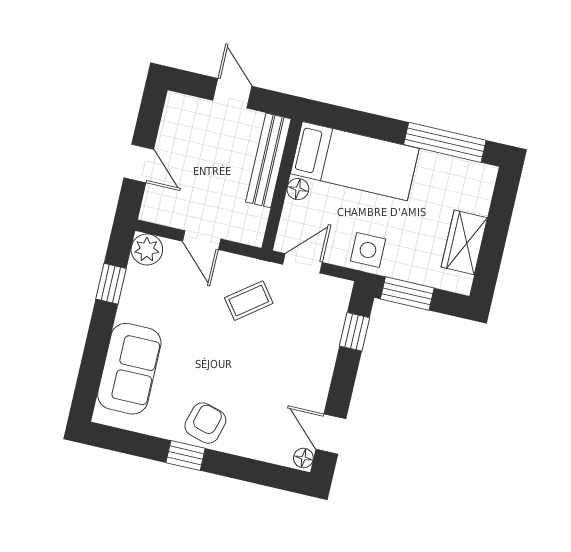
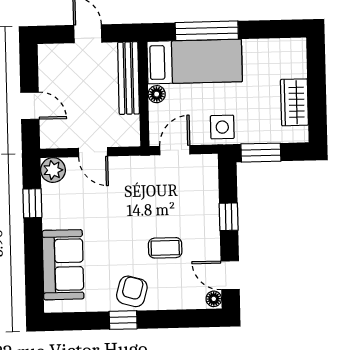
window: (445, 142) -> (207, 31), moved
coffee table: (249, 301) -> (165, 248), moved, turned 37
window: (354, 332) -> (229, 217), moved

